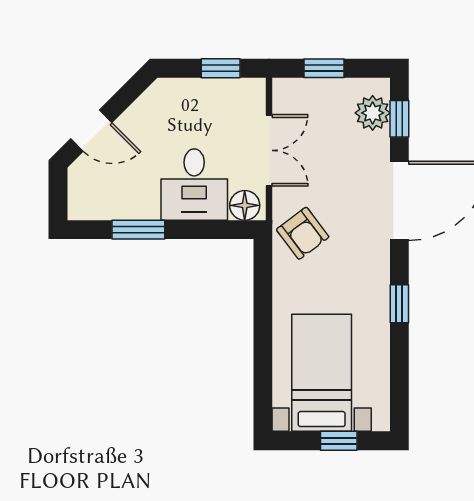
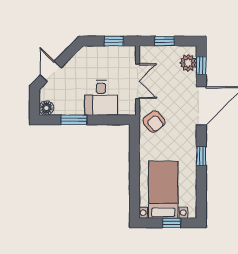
door: (91, 131) -> (51, 71), swing flipped
floor lamp: (245, 205) -> (46, 108), moved

